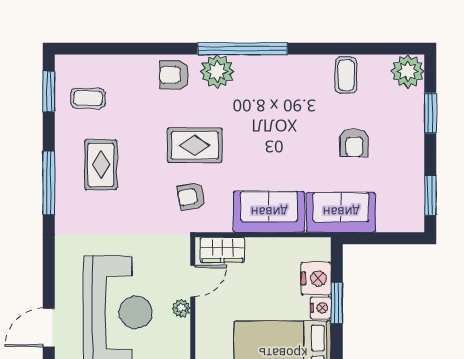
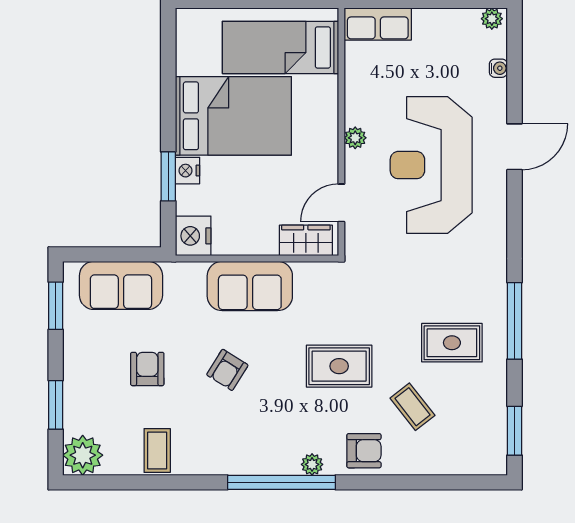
plant: (217, 71) -> (312, 464), width x0.53, depth x0.53
coffee table: (88, 98) -> (412, 407), moved, turned 52
rug: (101, 165) -> (452, 343), turned 90
armchair: (191, 197) -> (227, 370), moved, turned 132
sofa: (341, 212) -> (121, 285), moved
nightstand: (316, 278) -> (193, 236), moved
plant: (181, 308) -> (355, 138), moved

